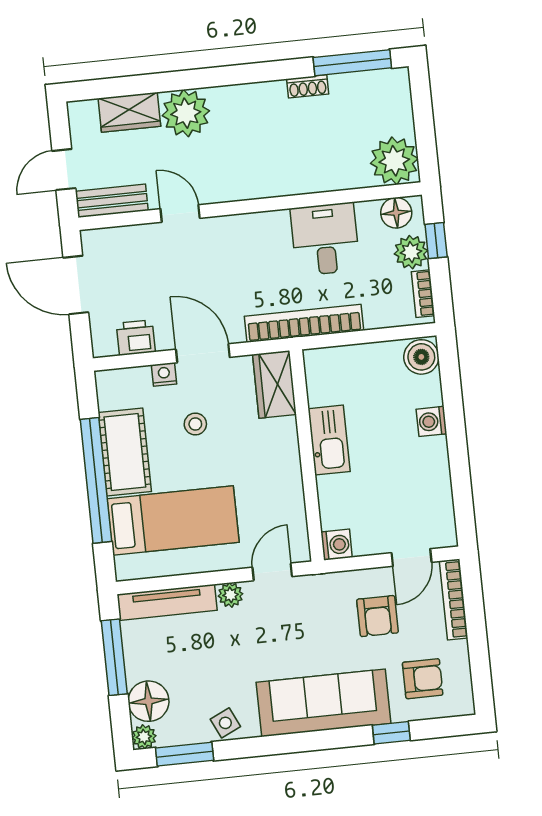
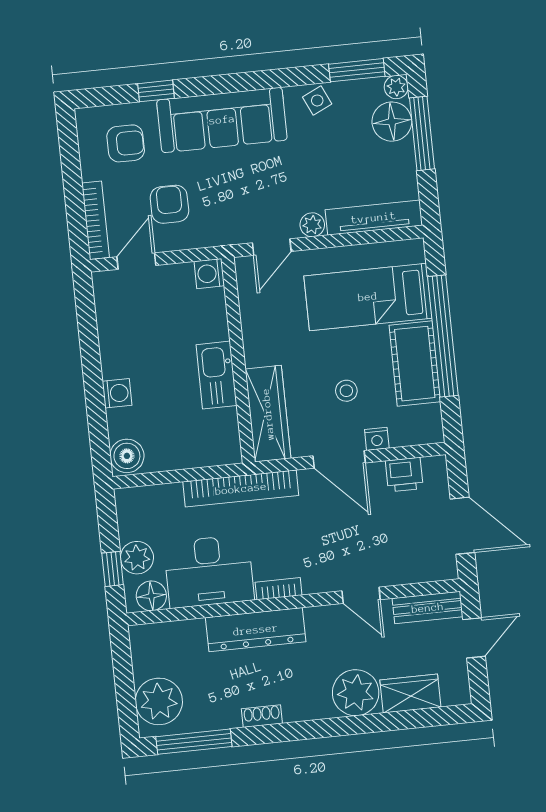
shoe rack: (308, 86) -> (262, 716), moved
plant: (394, 161) -> (159, 701), moved
dresser: (289, 178) -> (256, 630), added
desk: (325, 239) -> (209, 571), width x1.37
bookcase: (423, 294) -> (279, 589), moved, turned -90
wardrobe: (274, 384) -> (268, 414), width x1.50
window: (114, 657) -> (422, 133), moved
armchair: (423, 679) -> (126, 143), turned 180

